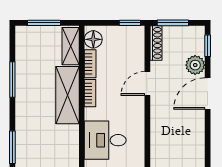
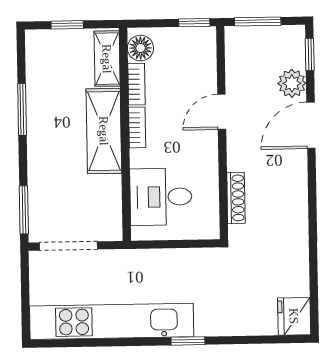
window: (44, 23) -> (67, 25), width x0.67
shoe rack: (156, 43) -> (236, 198), moved

